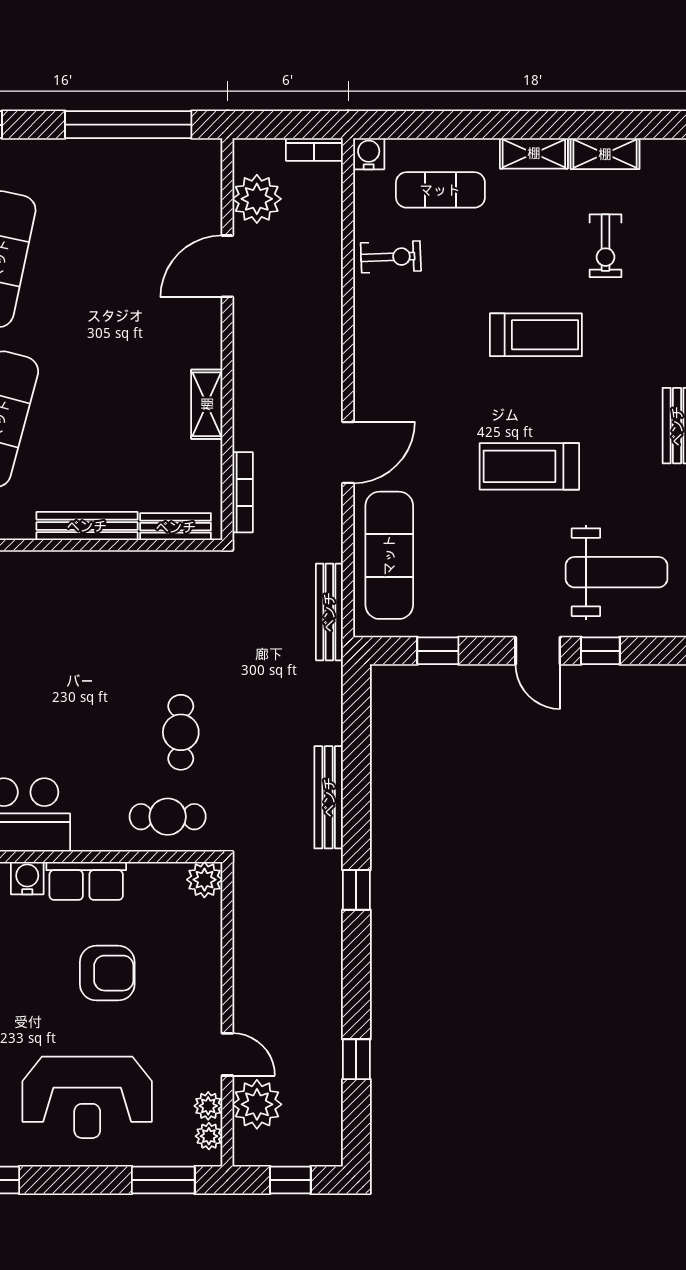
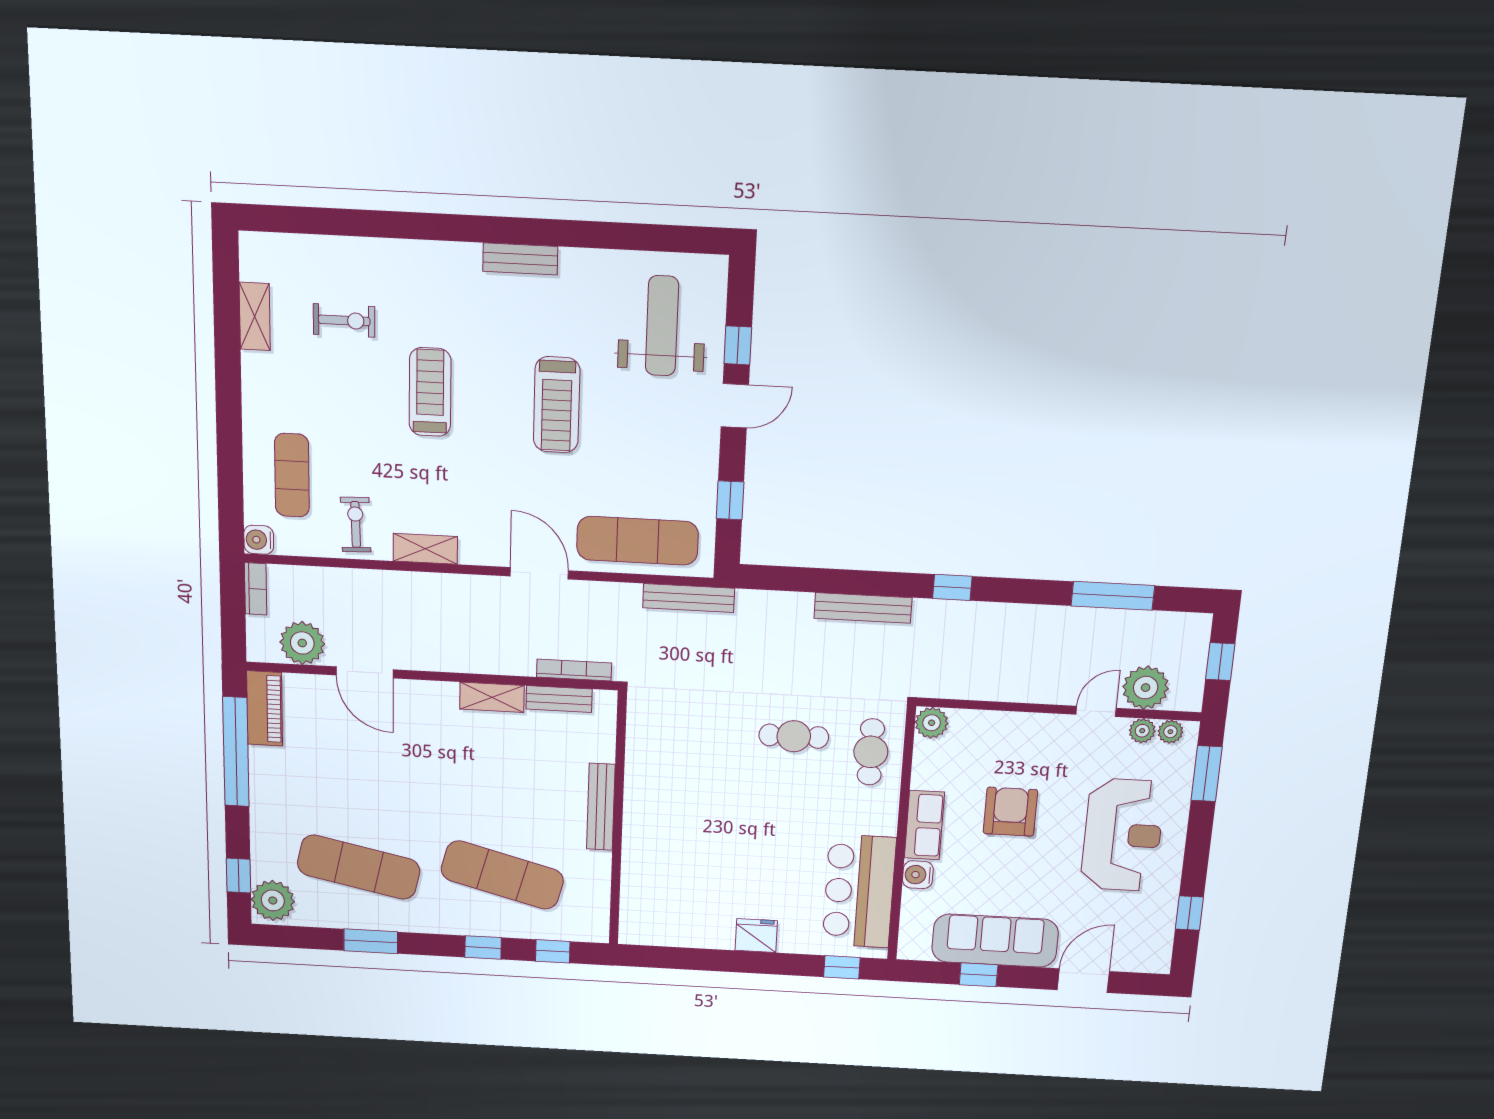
shelving: (534, 153) -> (425, 549), moved, turned 90
piano: (180, 157) -> (265, 708), added
bench: (176, 527) -> (559, 699), moved, turned 90
window: (356, 1059) -> (1113, 596), width x2.17

